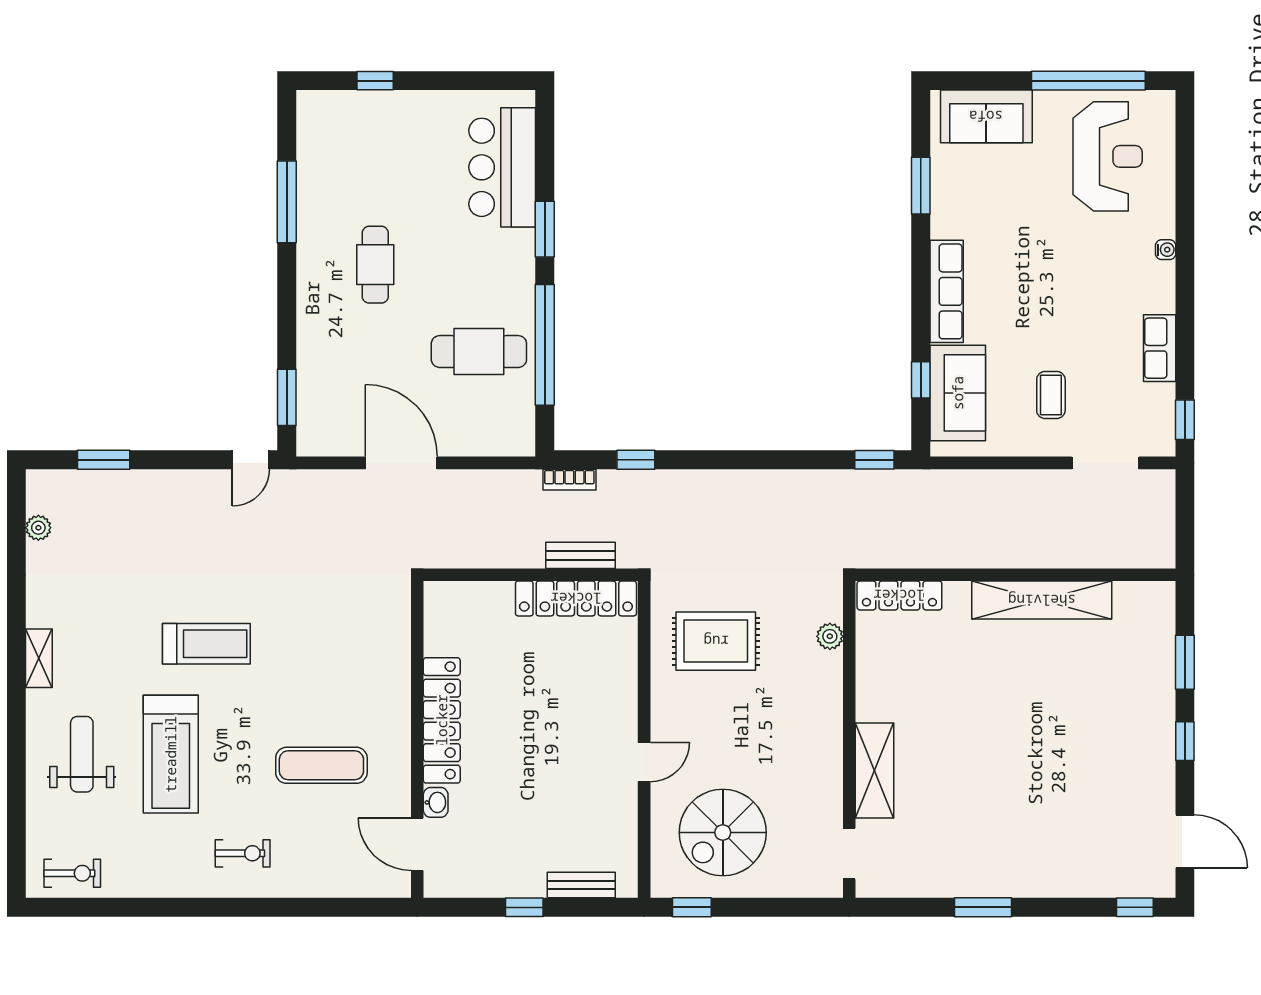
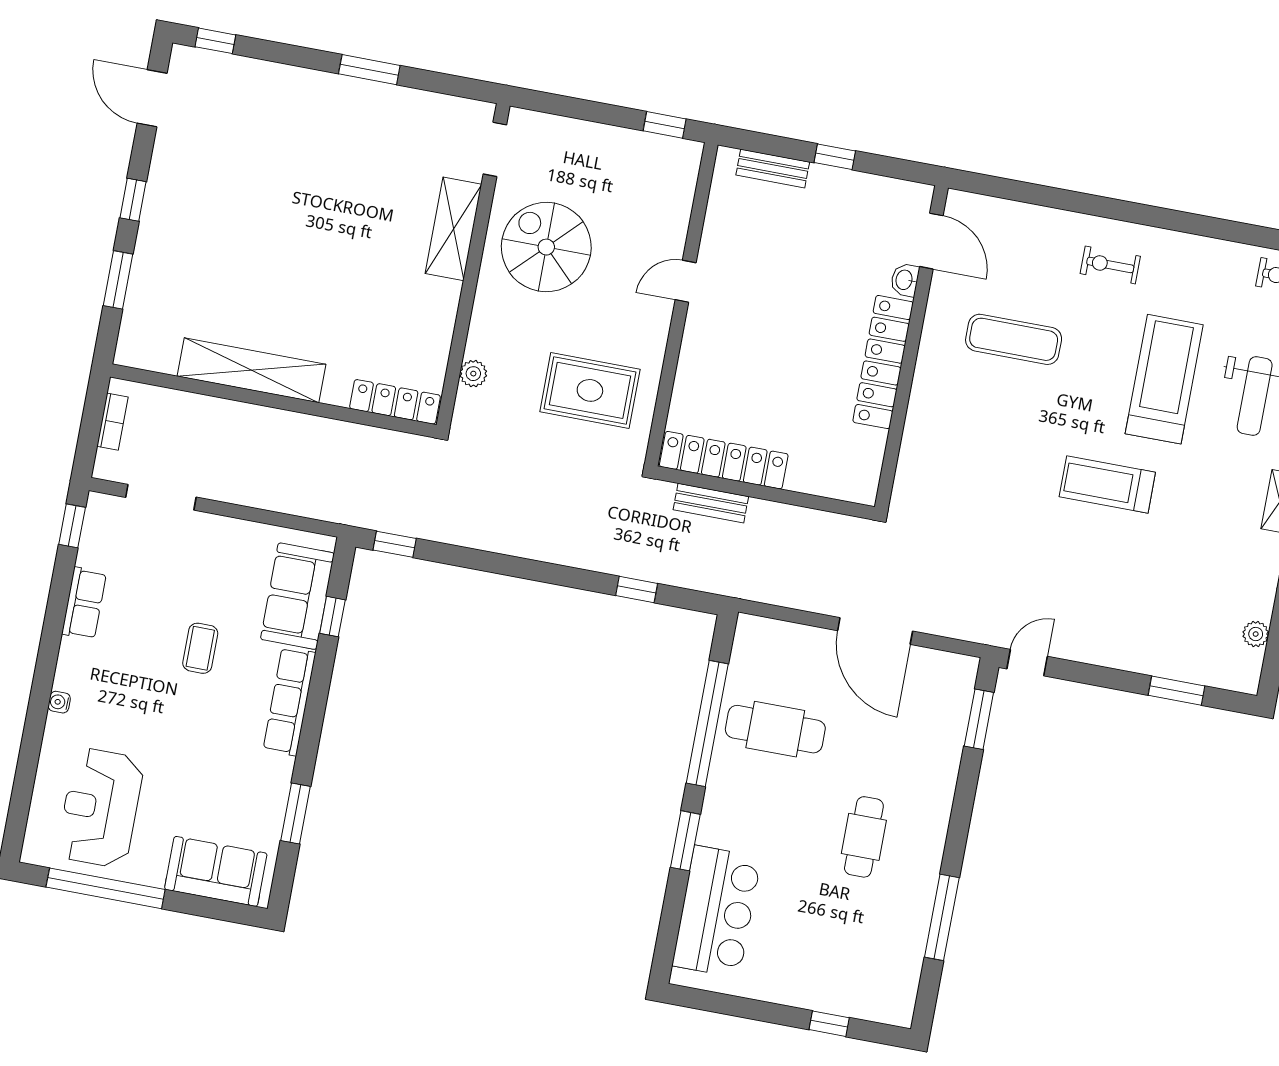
coffee table: (1051, 395) -> (200, 648), moved
bookcase: (569, 480) -> (112, 422), moved, turned 90
spiral stairs: (723, 832) -> (546, 247), moved, turned -90

